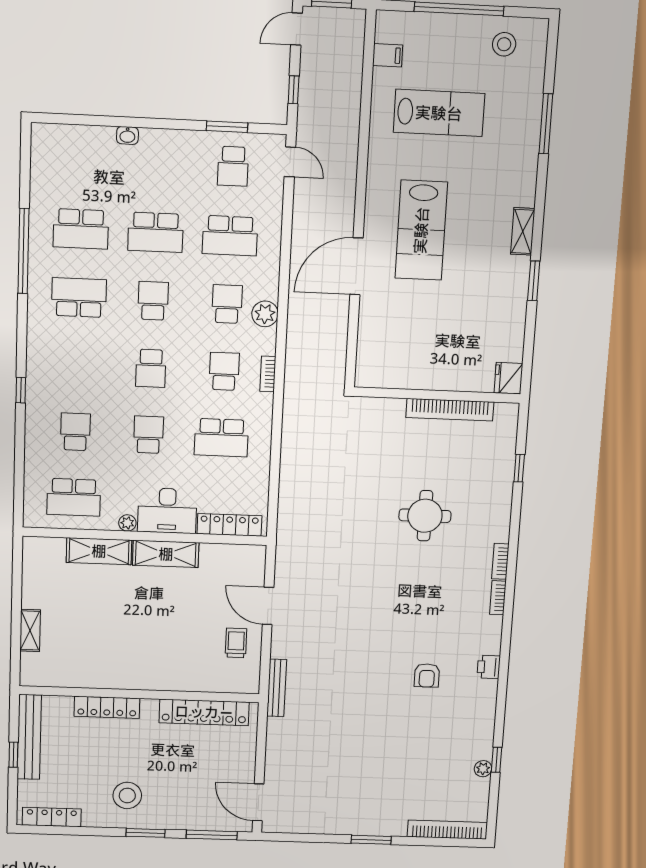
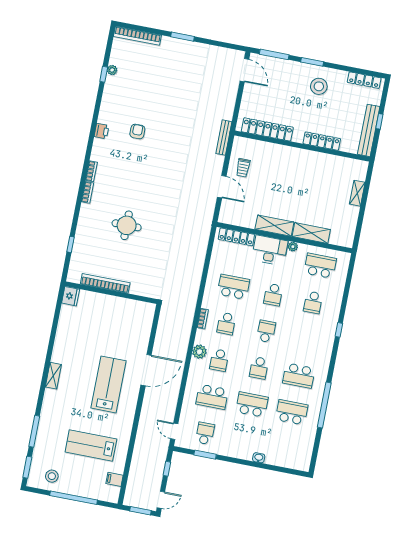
school desk: (230, 236) -> (212, 397), turned 180
window: (534, 281) -> (27, 467), moved

